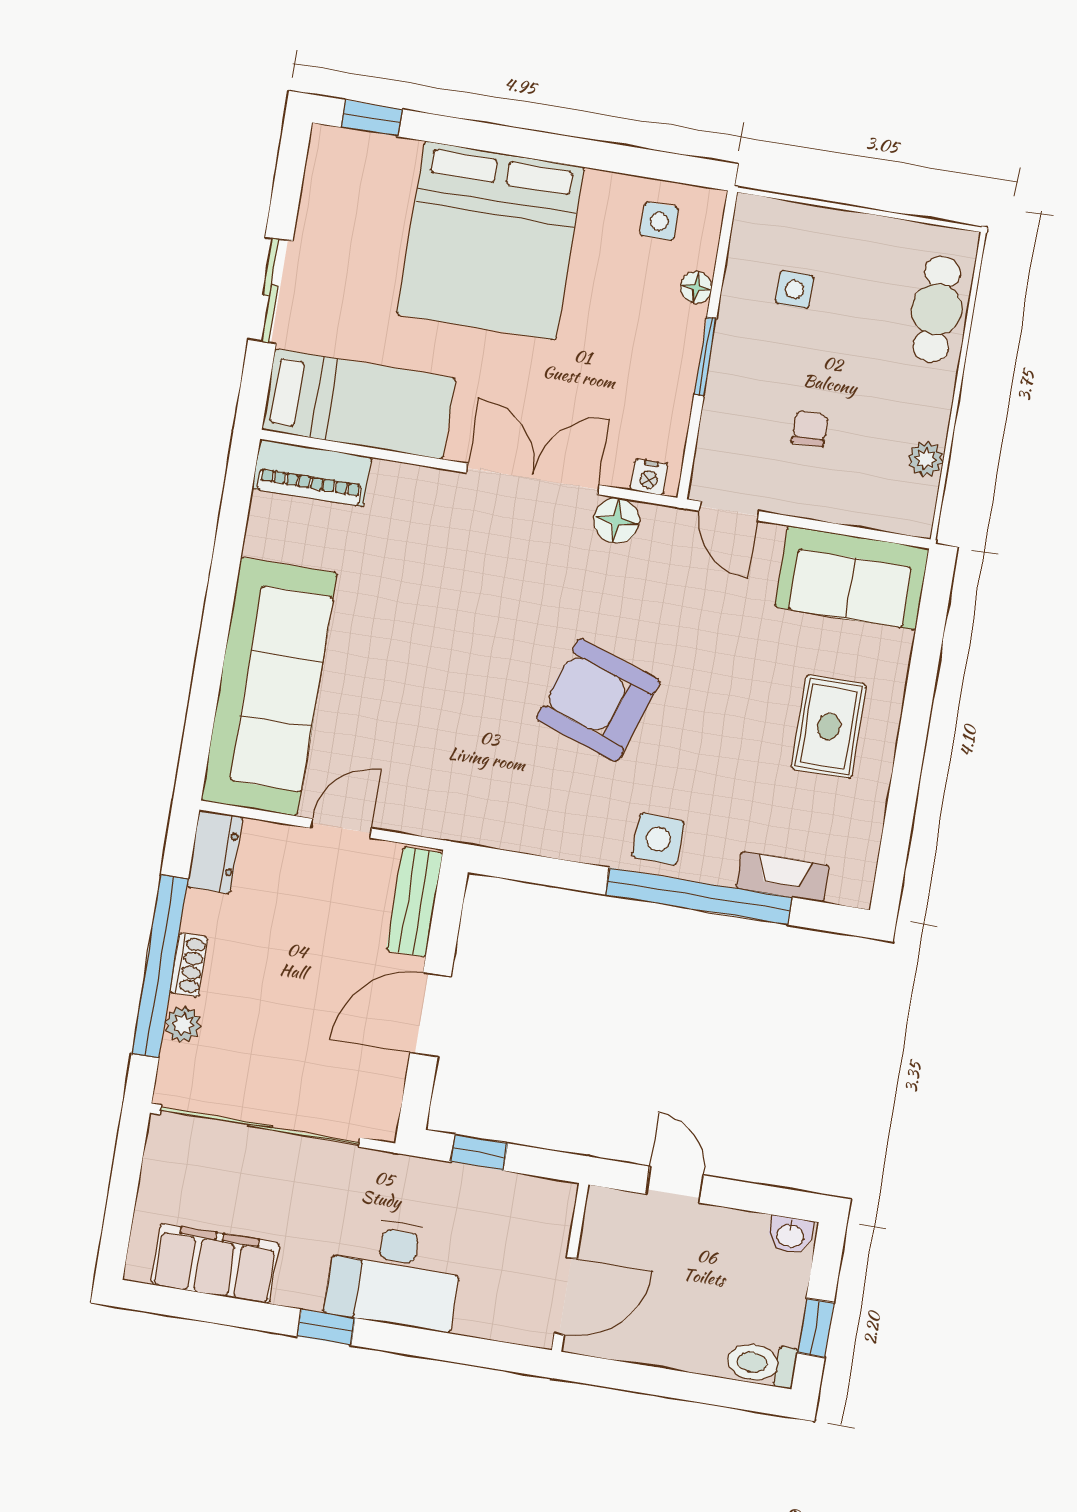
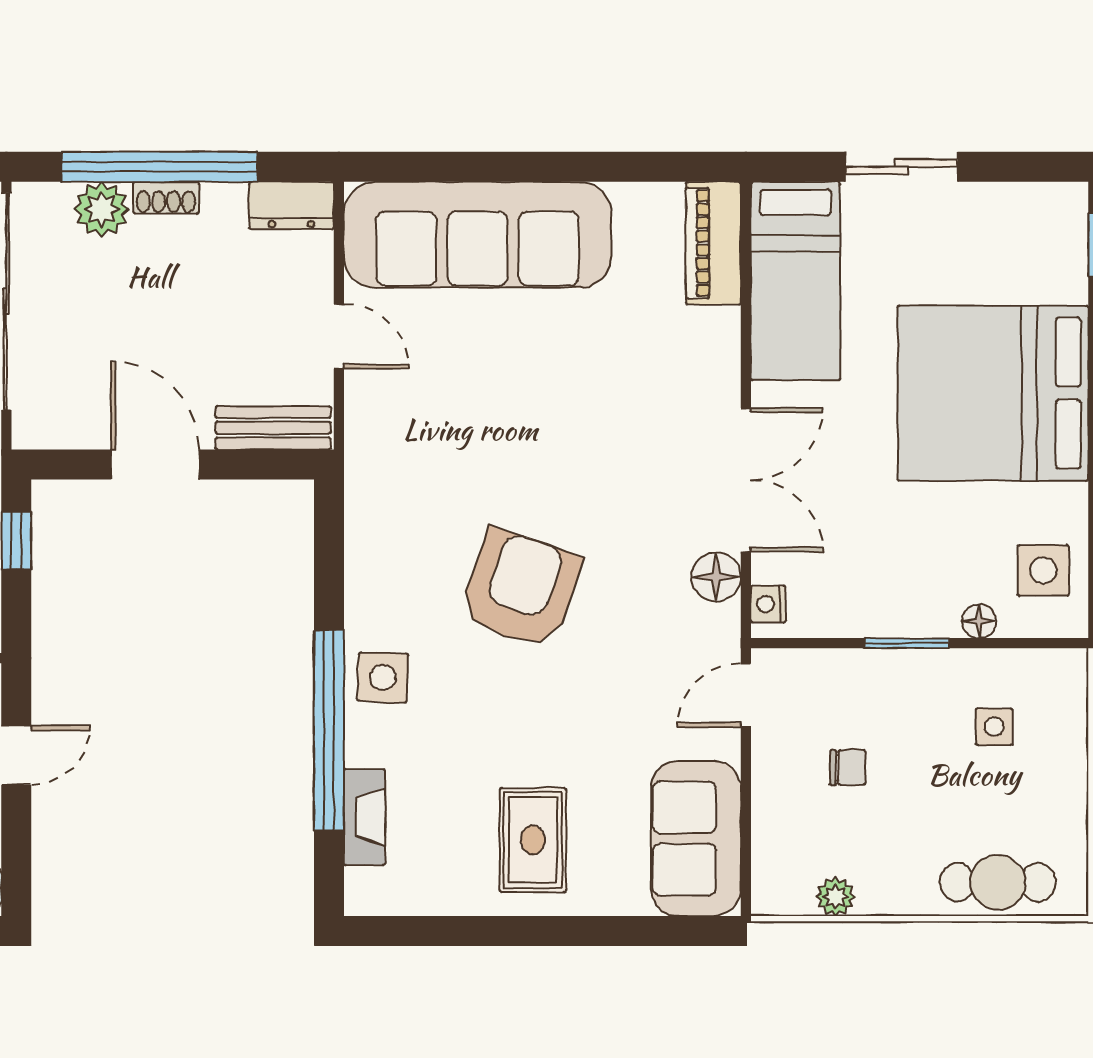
side table: (659, 221) -> (1043, 570), width x1.37, depth x1.37
rug: (829, 727) -> (533, 840), turned 90
plant: (183, 1024) -> (102, 209), width x1.38, depth x1.38

